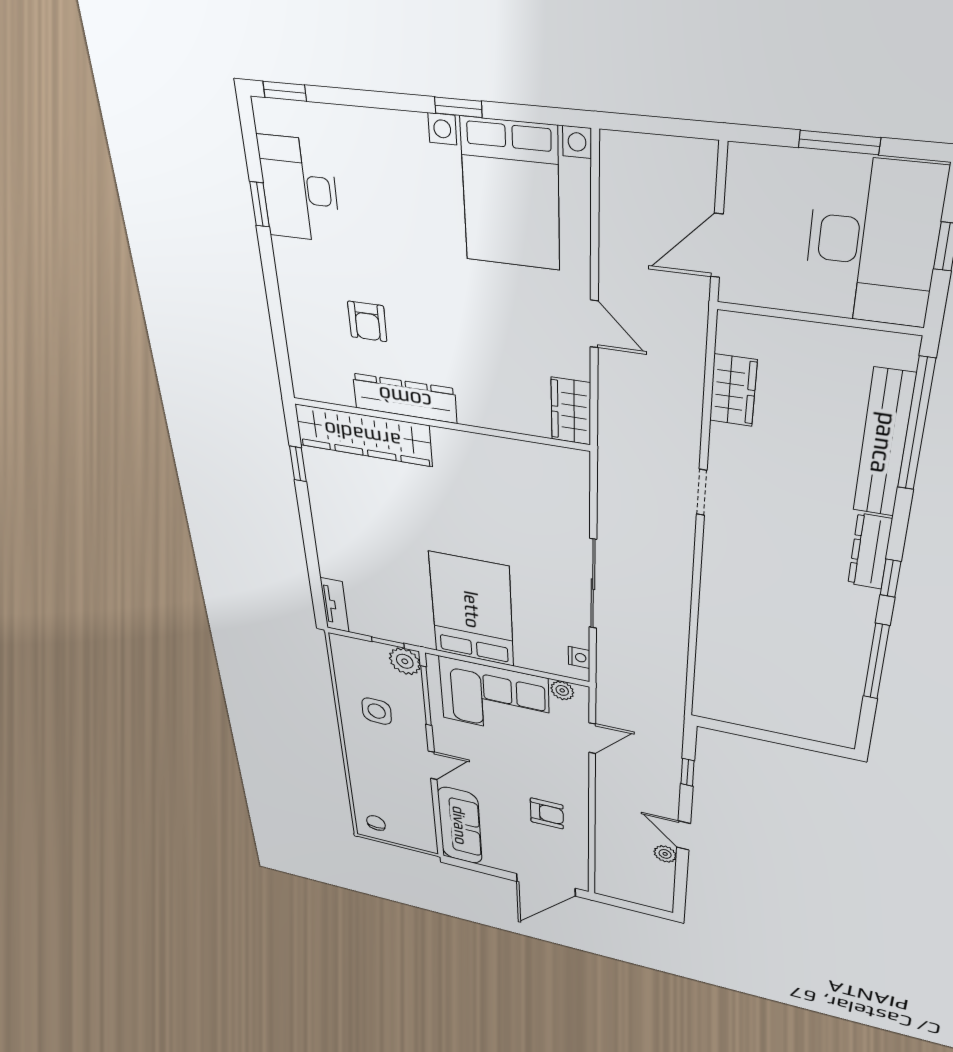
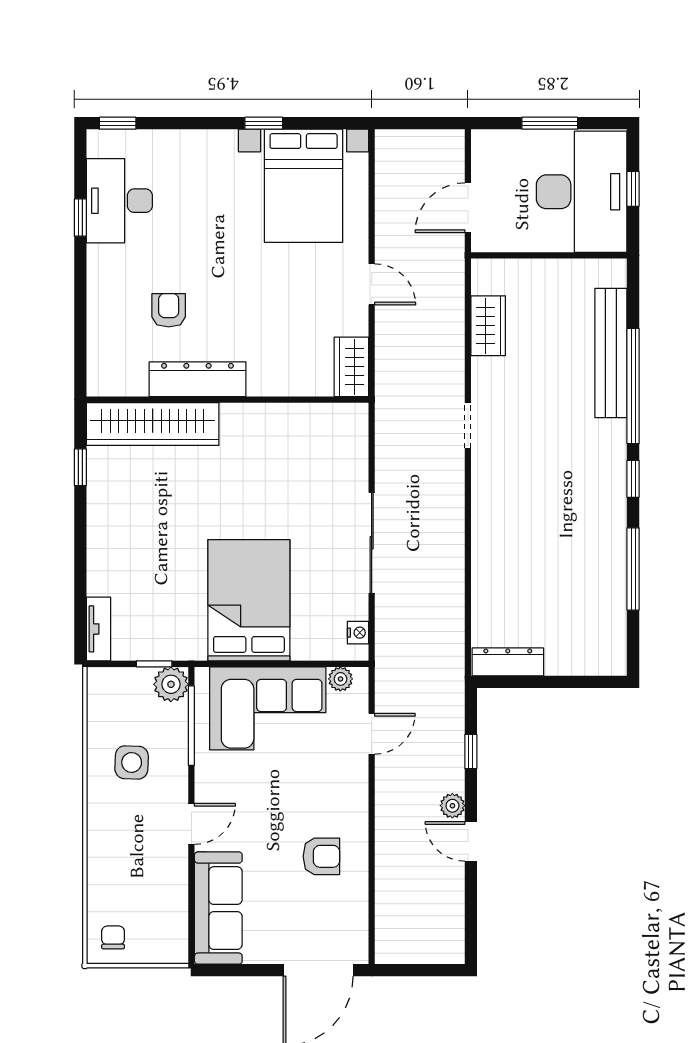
armchair: (367, 321) -> (169, 310), turned 180
window: (916, 425) -> (633, 386), moved
dresser: (870, 551) -> (508, 662), moved, turned 90
plant: (665, 854) -> (452, 806), moved

